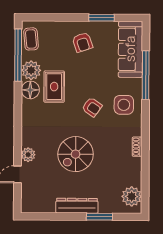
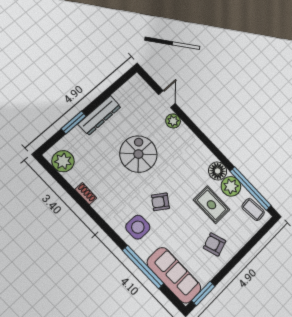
window: (101, 18) -> (203, 293), moved
rug: (54, 87) -> (211, 205), moved
shoe rack: (137, 147) -> (86, 194), moved

